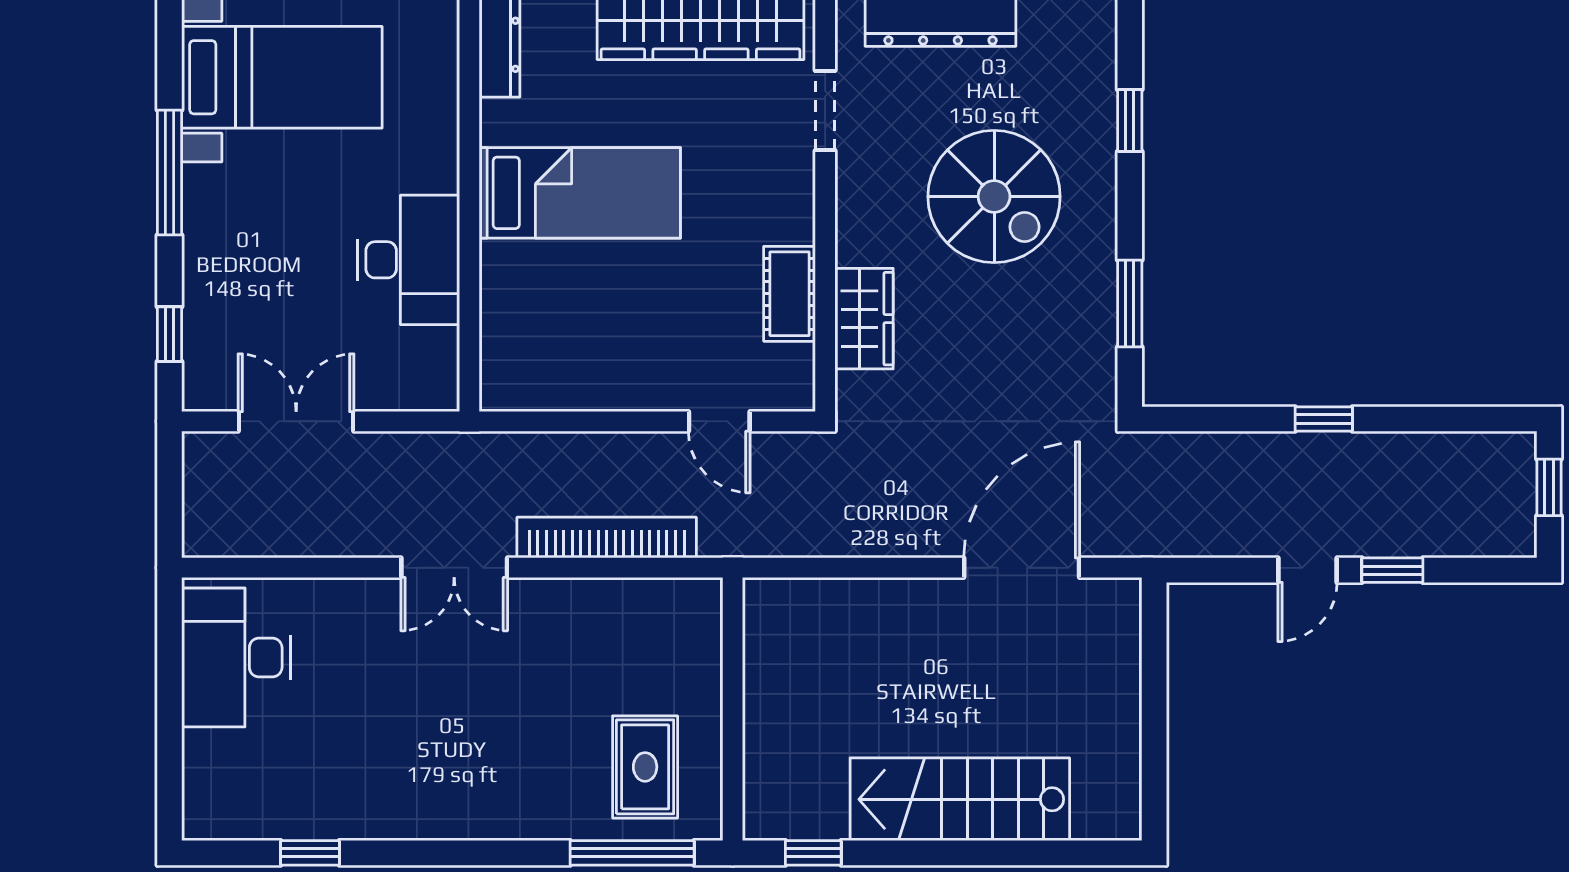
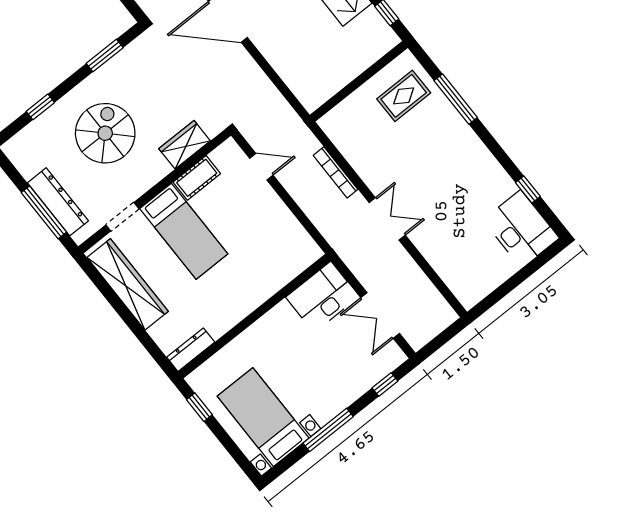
bed: (580, 193) -> (184, 231), moved, turned 180
desk: (409, 260) -> (322, 297), moved
door: (719, 421) -> (261, 167), hinge flipped
bookcase: (607, 538) -> (336, 172), width x0.68, depth x0.76
desk: (236, 658) -> (521, 229), moved, turned -90
window: (632, 853) -> (456, 99), moved

